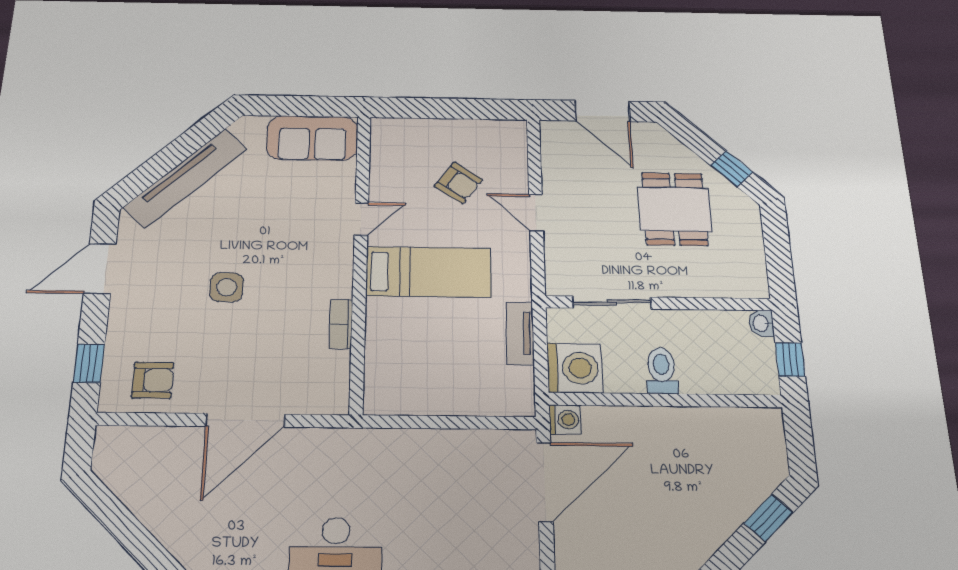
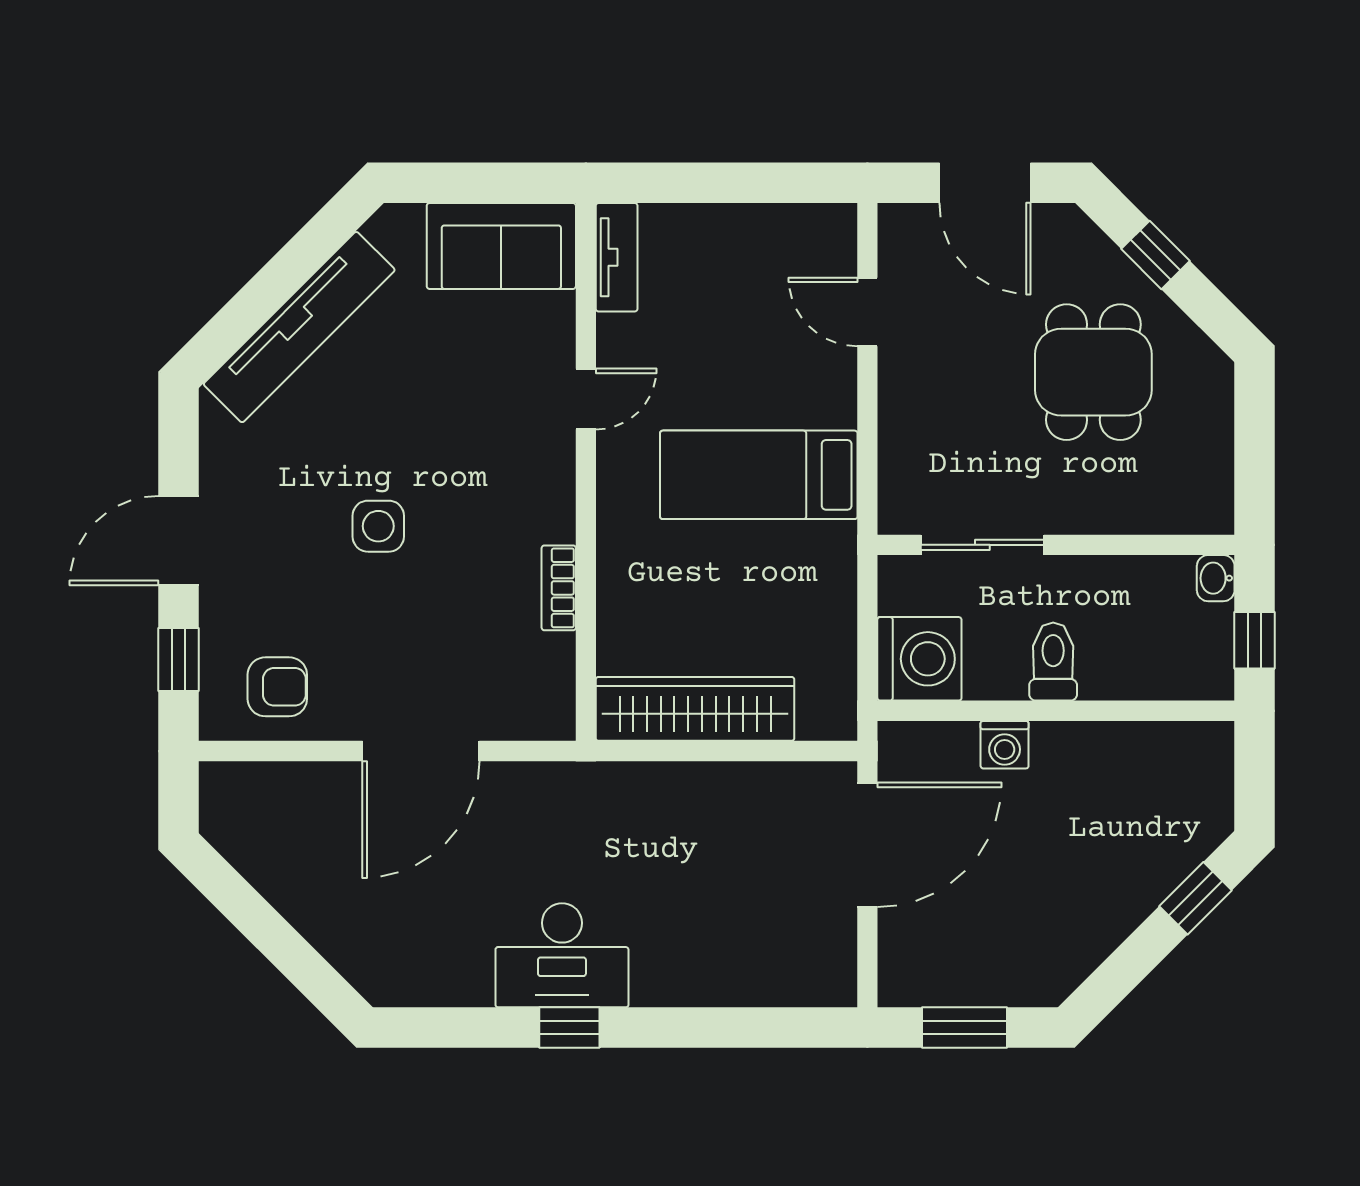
window: (732, 169) -> (1156, 255), moved
armchair: (458, 183) -> (742, 328), removed
door: (536, 213) -> (867, 312), moved
door: (100, 268) -> (179, 541), moved
bed: (429, 272) -> (759, 475), moved, turned 180
tv unit: (520, 333) -> (617, 257), moved, turned 180
wardrobe: (429, 396) -> (695, 709), added
washing machine: (565, 420) -> (1005, 745), moved, turned 90

